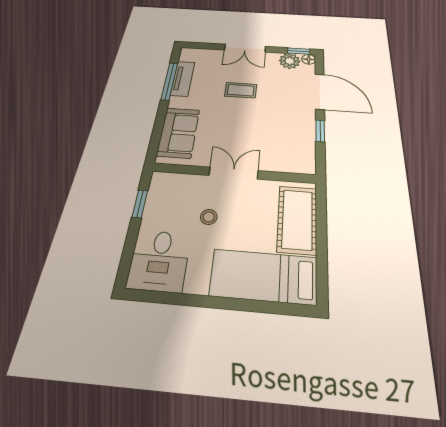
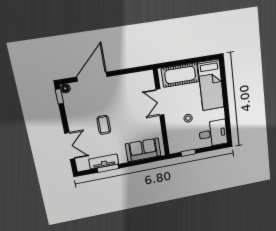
double door: (245, 48) -> (70, 146), moved
plant: (290, 61) -> (70, 101), removed
window: (169, 81) -> (108, 168), width x0.69
window: (320, 131) -> (123, 72), removed
double door: (234, 173) -> (160, 102), moved

